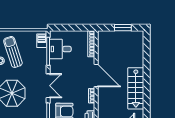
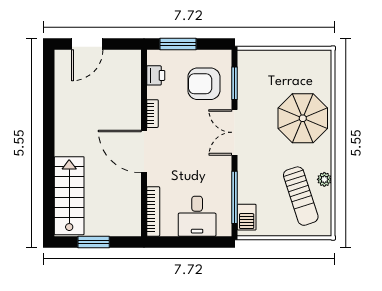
desk: (60, 49) -> (197, 216), moved, turned 90
stairs: (136, 88) -> (69, 196), moved

